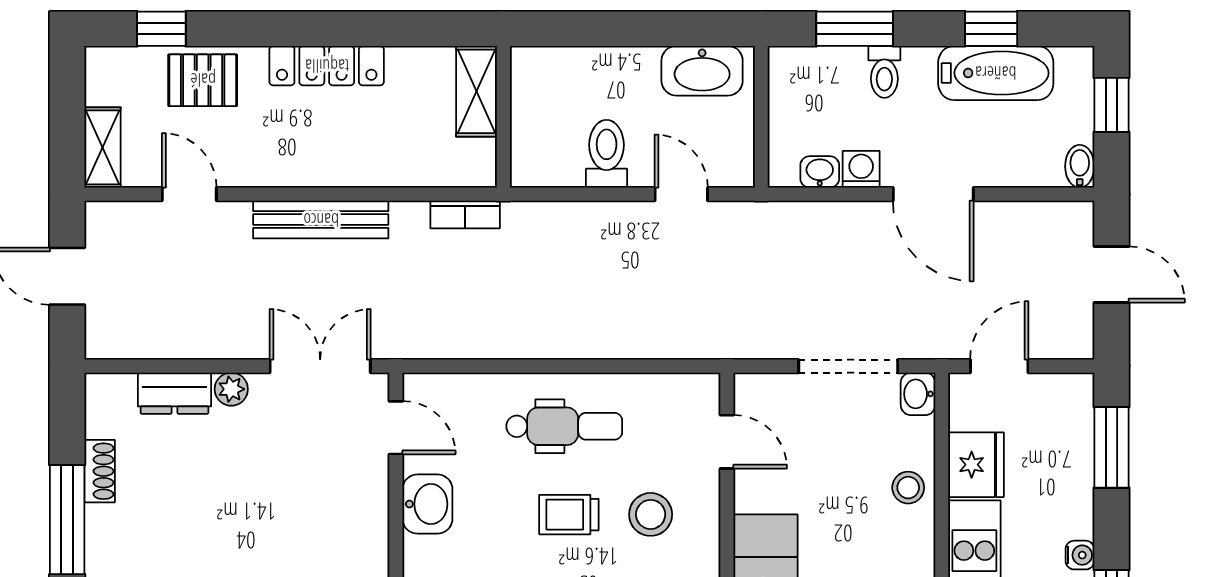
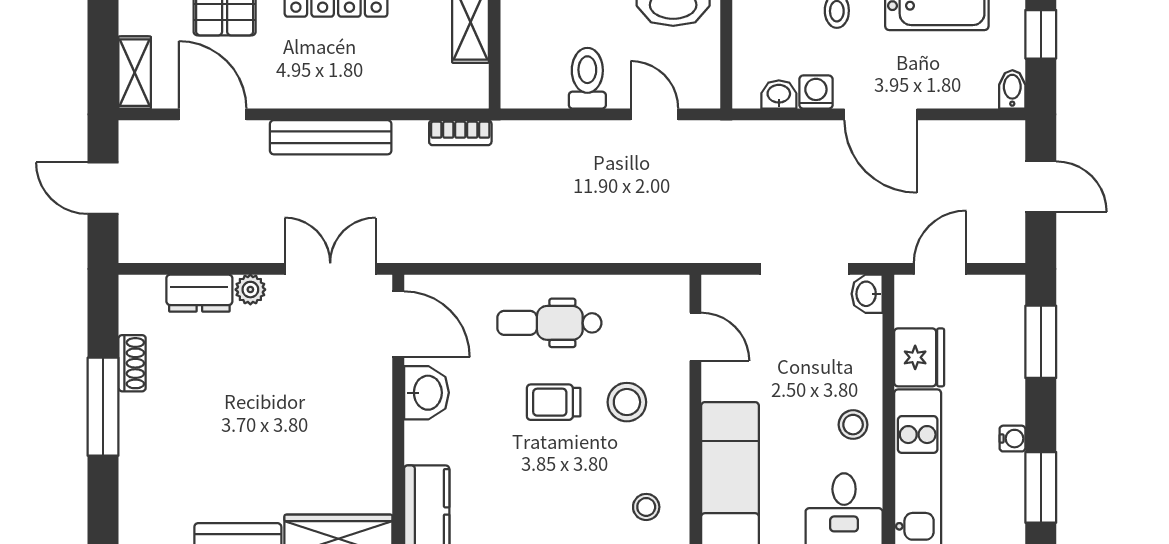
door: (189, 194) -> (213, 114), width x1.38
dental chair: (564, 426) -> (549, 323), turned 180
door: (396, 428) -> (398, 324), width x1.38
stool: (908, 488) -> (853, 425), moved

